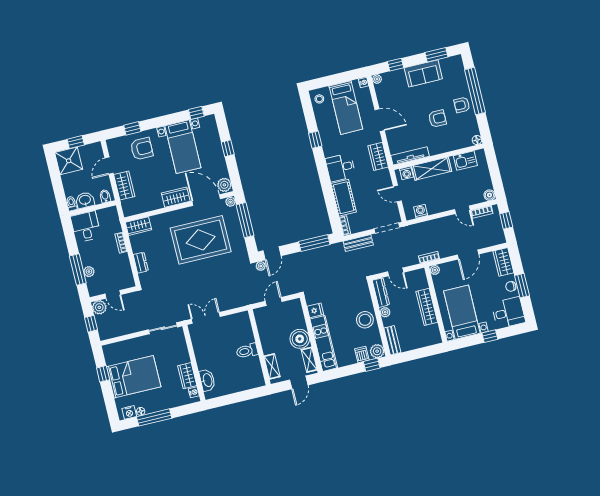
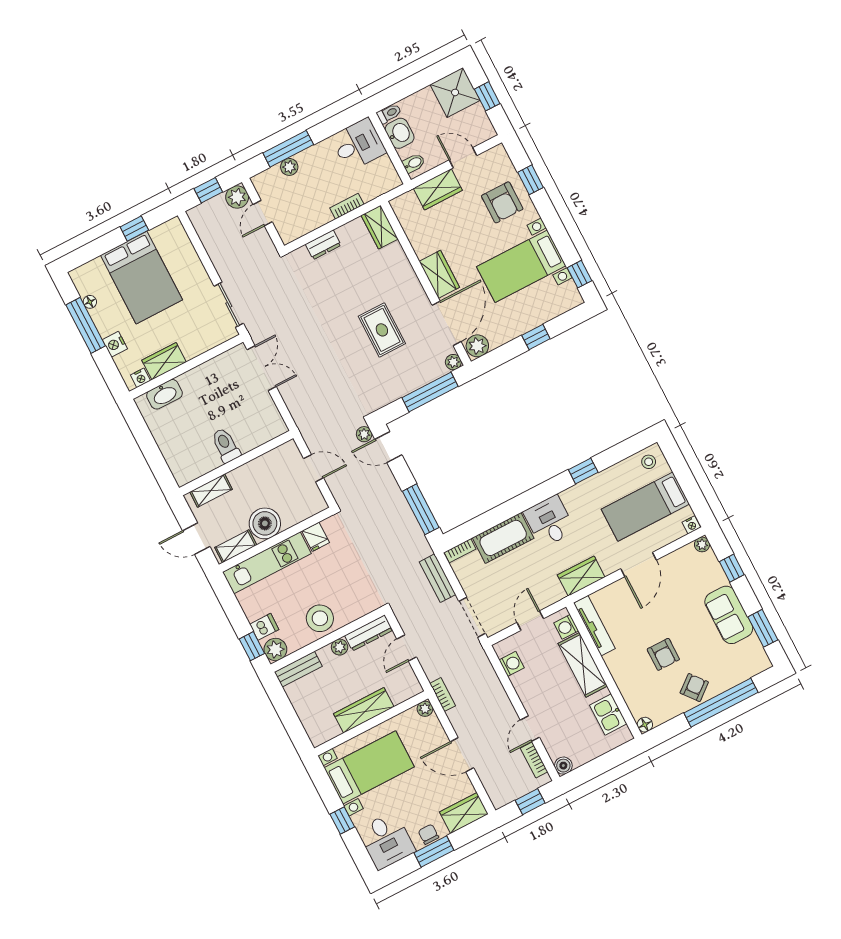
armchair: (462, 105) -> (694, 687), turned 51
rug: (201, 240) -> (382, 330), width x0.54, depth x0.49
nightstand: (129, 412) -> (115, 344), moved

